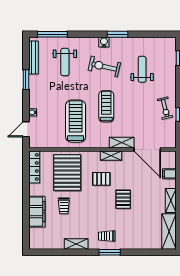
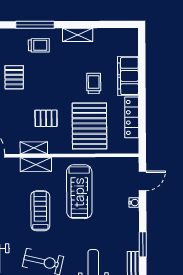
treadmill: (106, 106) -> (40, 211), turned 180
shelving: (122, 143) -> (36, 164), moved
locker: (34, 167) -> (132, 117), moved
pallet: (123, 199) -> (14, 77), moved
window: (110, 252) -> (35, 25), width x1.44

